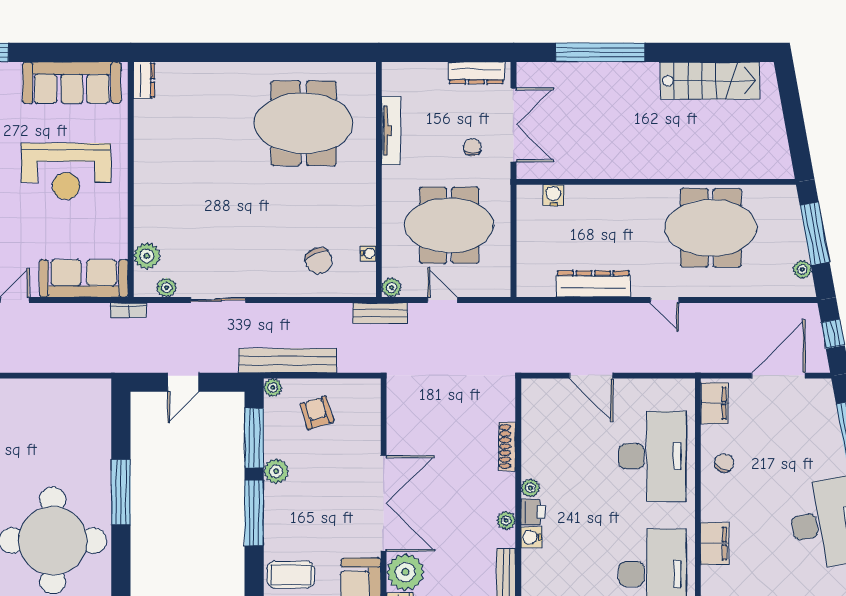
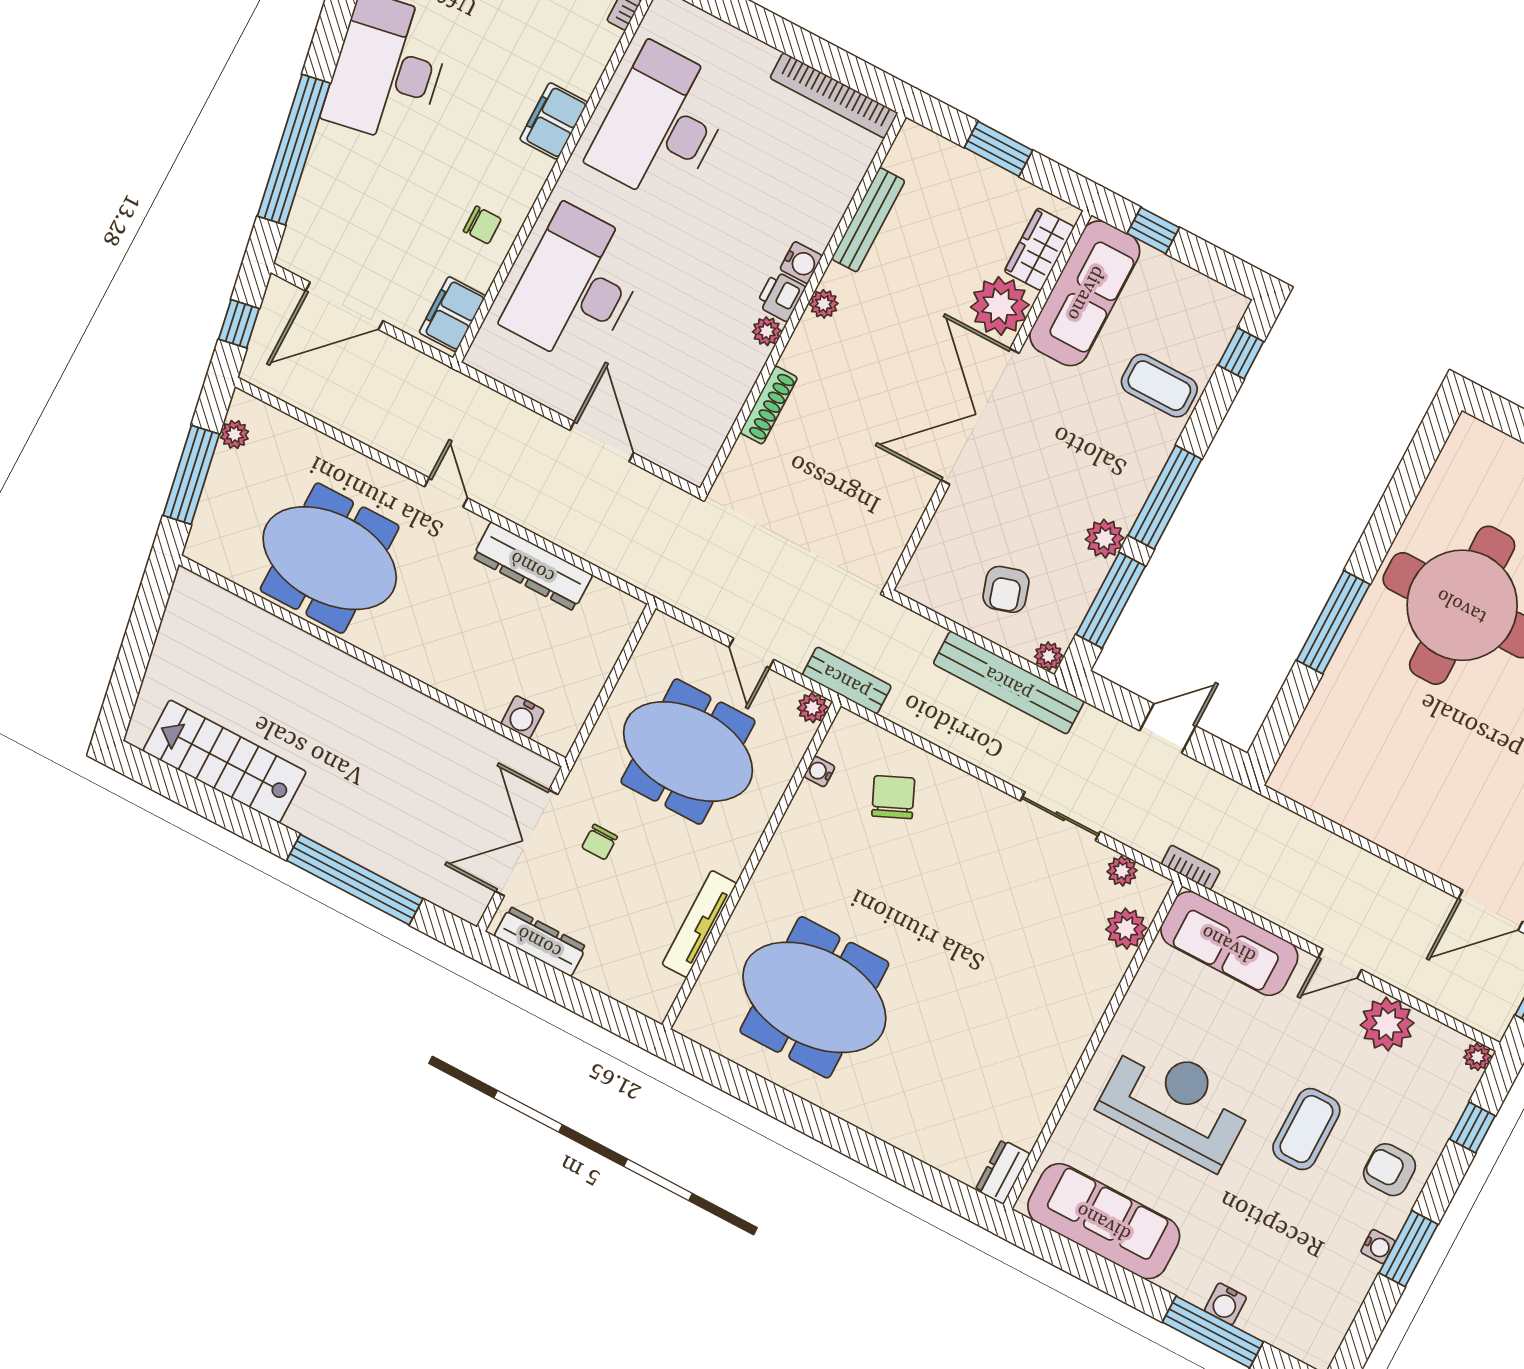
chair: (724, 463) -> (482, 225), turned -113

